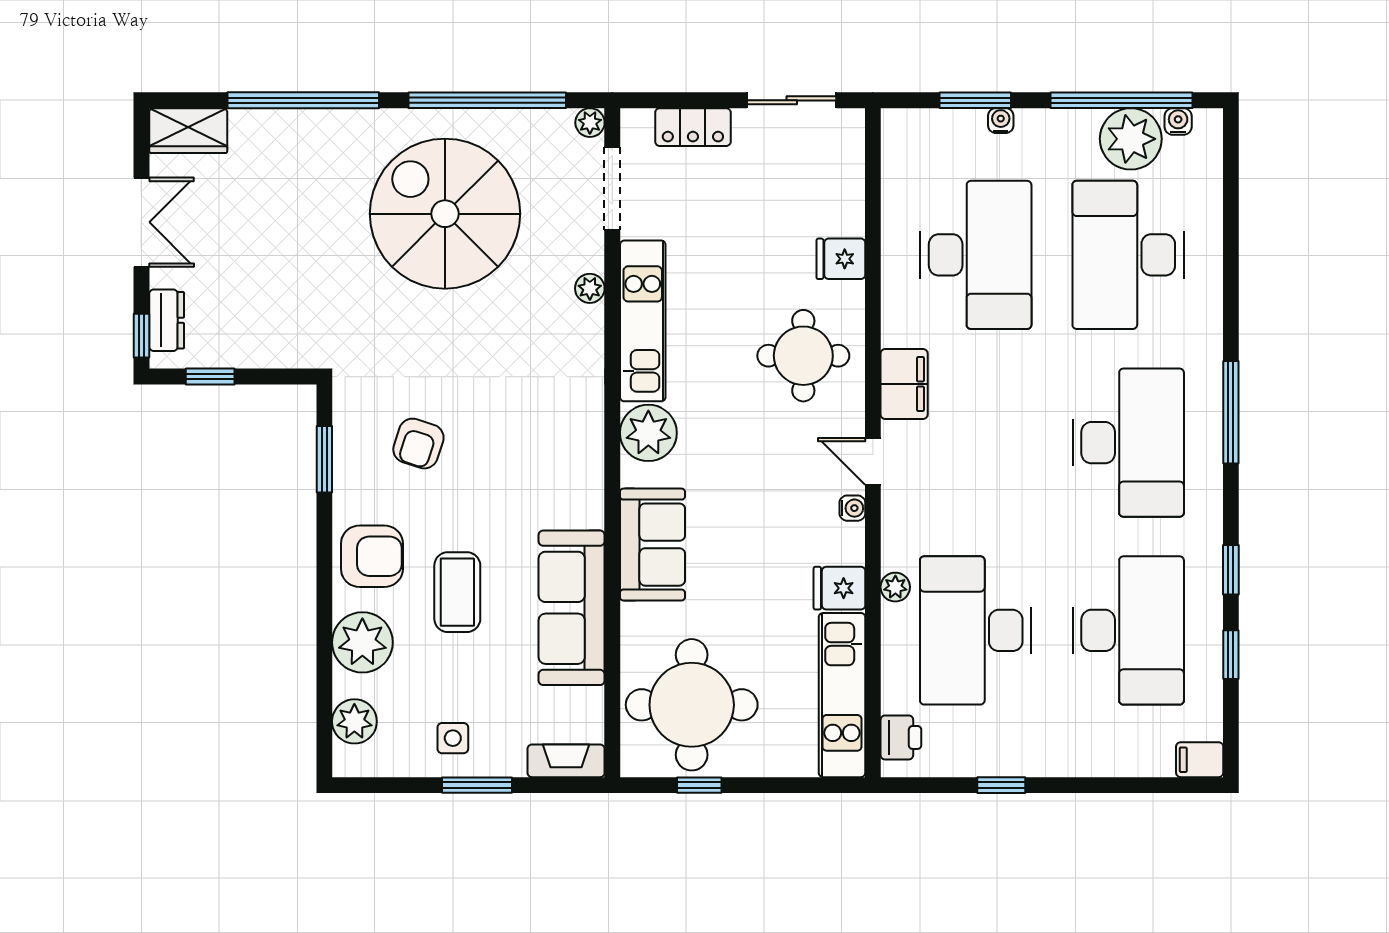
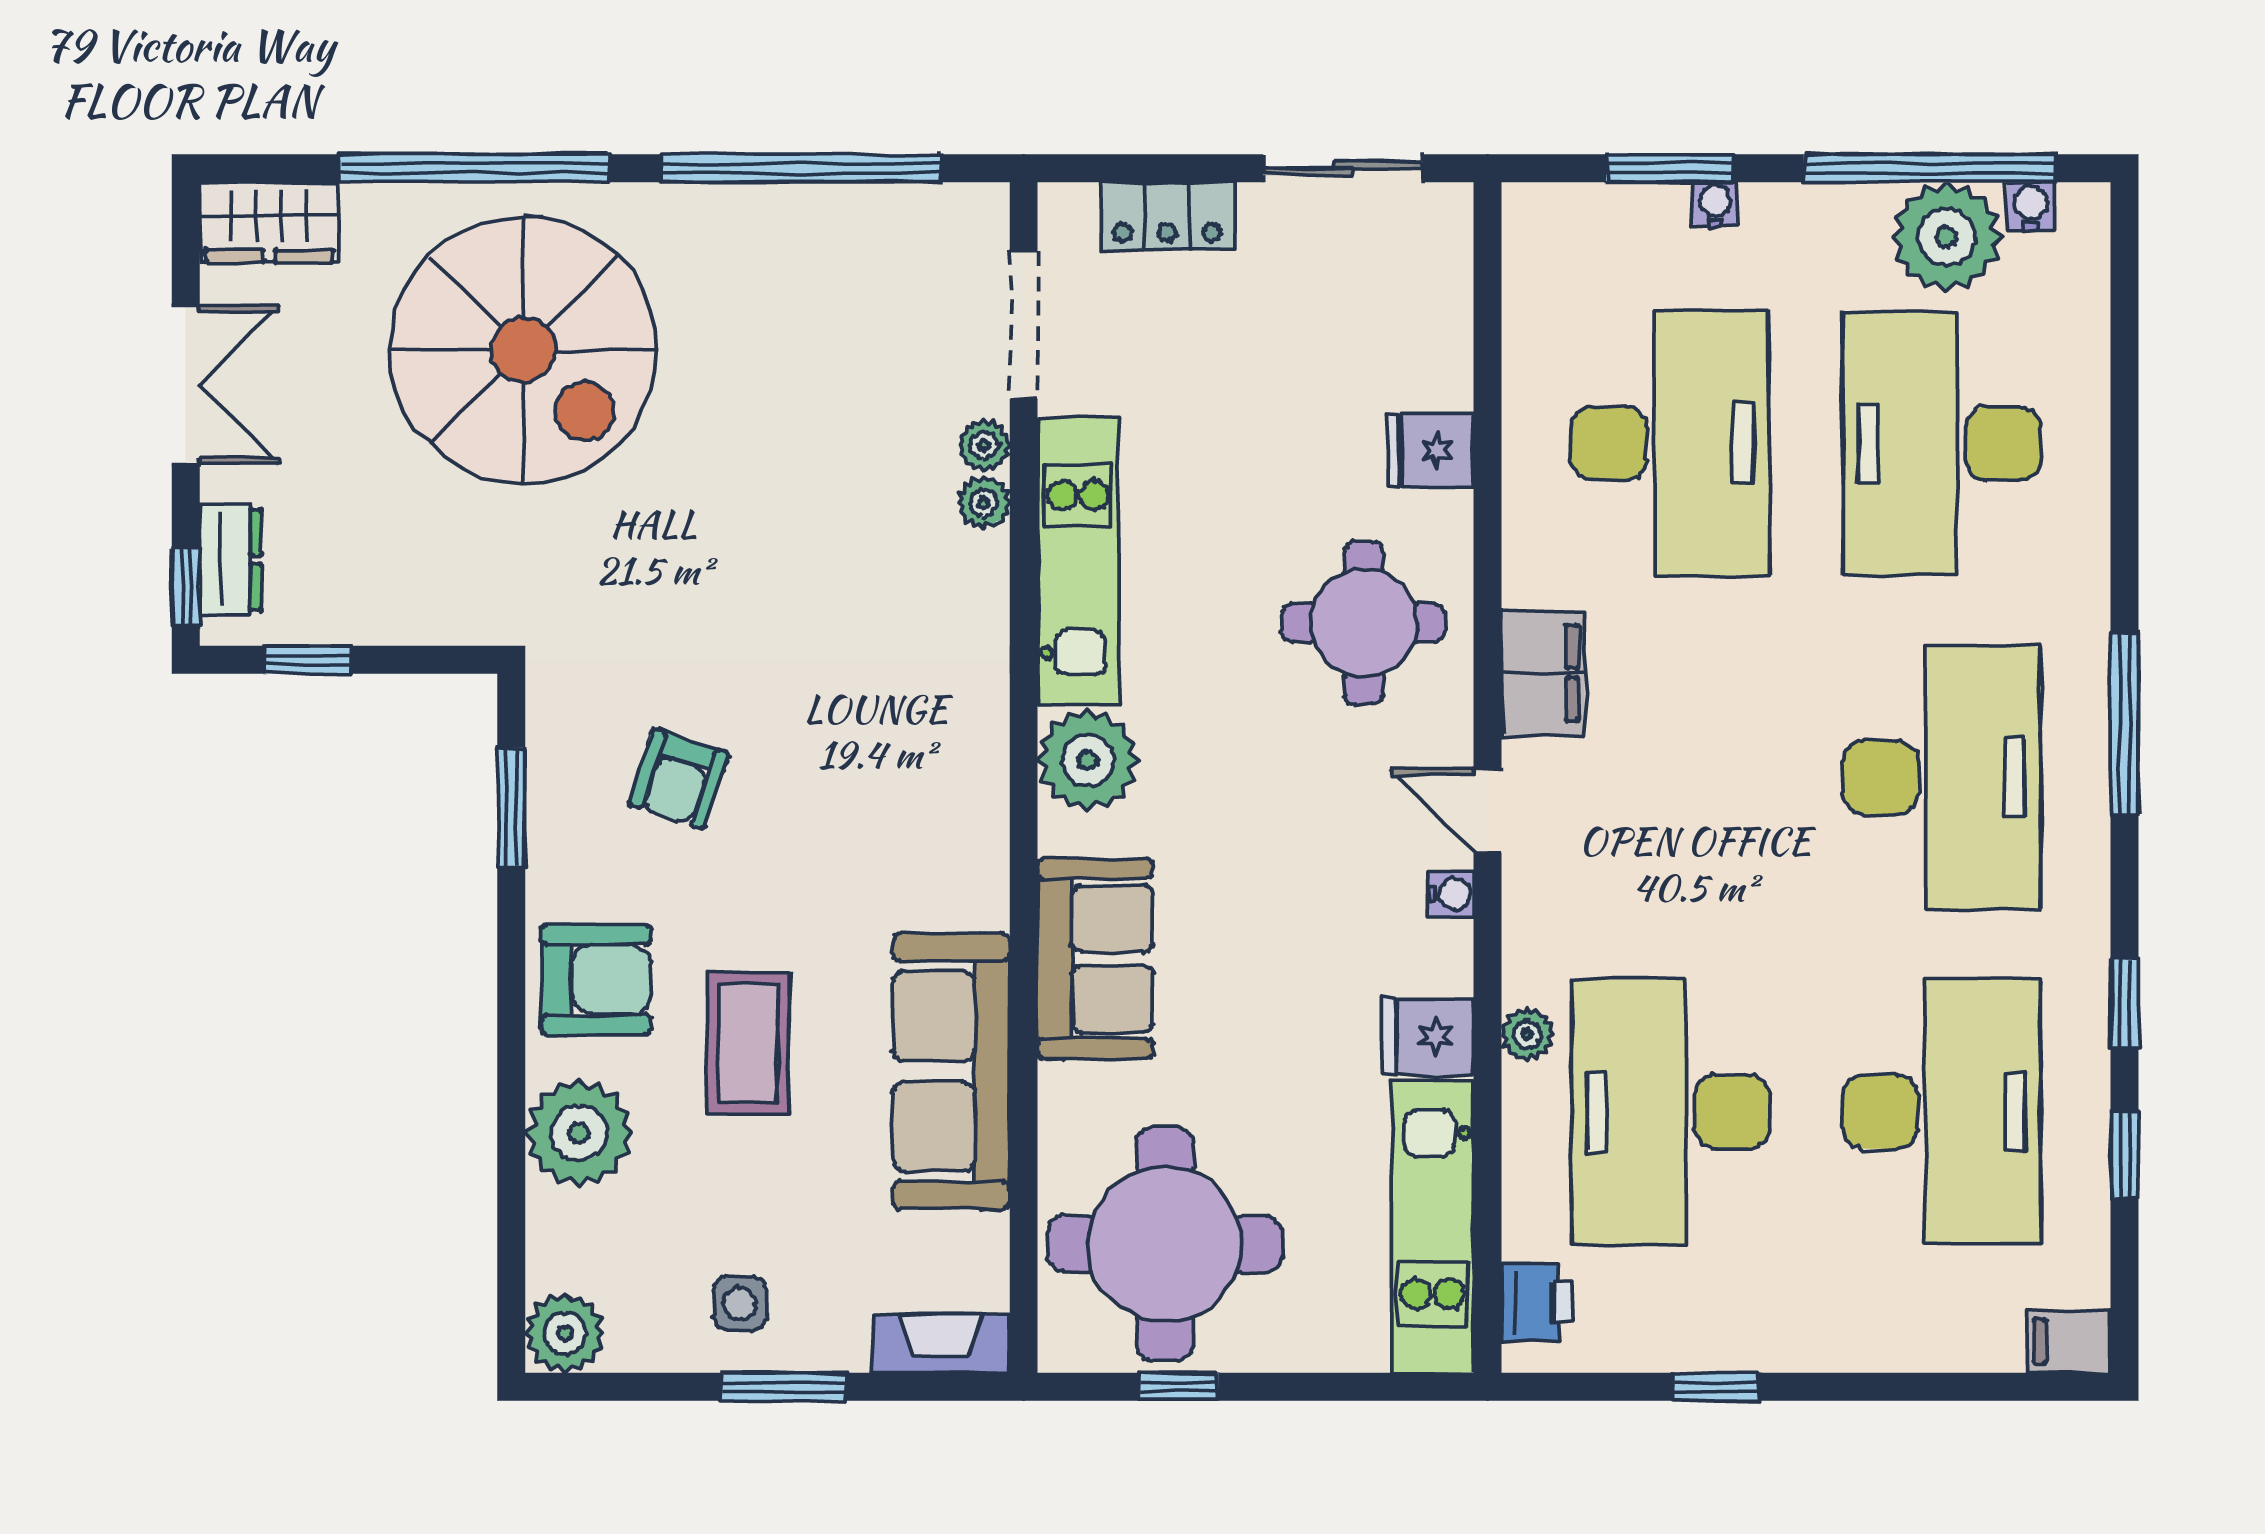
plant: (590, 123) -> (984, 445), moved
spiral stairs: (445, 214) -> (523, 350), moved, turned 180
plant: (354, 721) -> (565, 1333), moved

